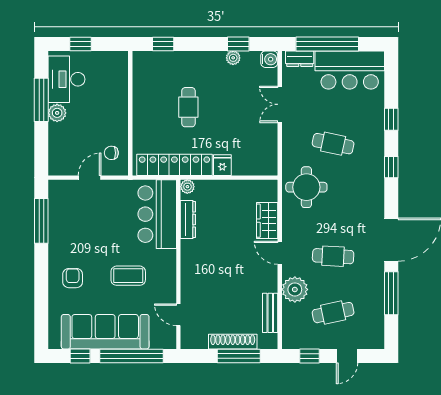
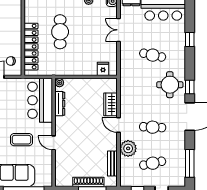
cafe table: (188, 107) -> (60, 32), width x1.37, depth x1.35
locker: (174, 165) -> (31, 47), moved, turned 90
fridge: (222, 165) -> (103, 69), moved
window: (391, 167) -> (190, 87), moved
round table: (306, 187) -> (170, 85), moved
window: (391, 293) -> (190, 163), moved
door: (178, 315) -> (54, 143), moved

